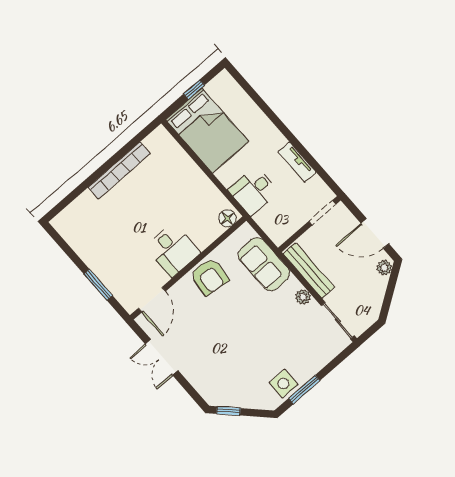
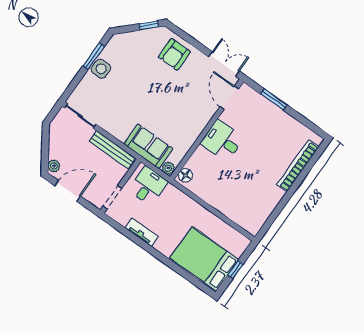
bed: (207, 131) -> (204, 259), moved
bookcase: (119, 170) -> (298, 166), moved
desk: (253, 191) -> (148, 186), moved
armchair: (209, 277) -> (174, 54), moved, turned -96
plant: (303, 297) -> (168, 168), moved
double door: (162, 357) -> (224, 64), moved
side table: (283, 384) -> (101, 69), moved

